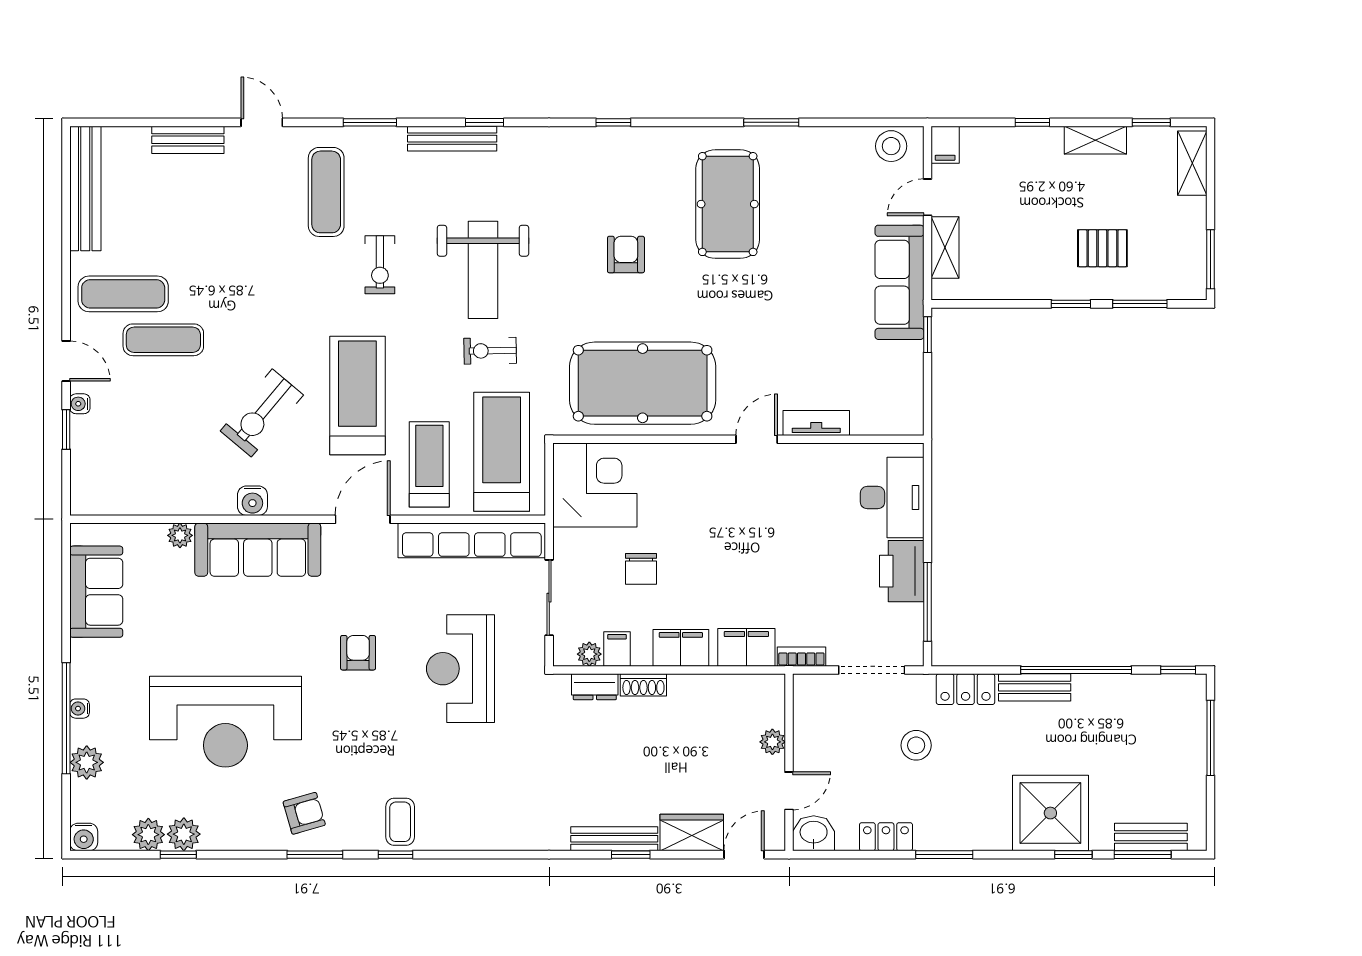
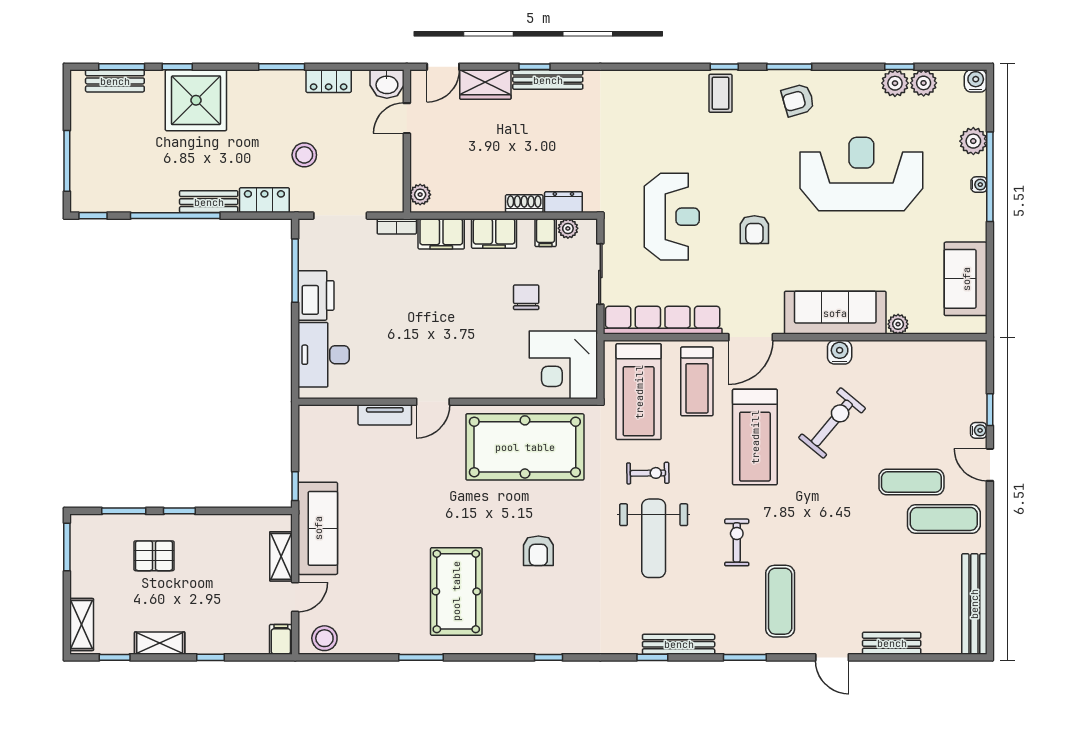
weight bench: (483, 270) -> (654, 538), turned 180
plant: (772, 742) -> (420, 195), moved

